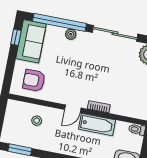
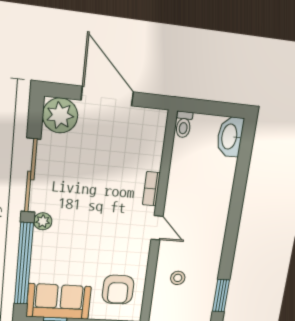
plant: (71, 34) -> (43, 221), moved
bathtub: (97, 125) -> (179, 188), removed

